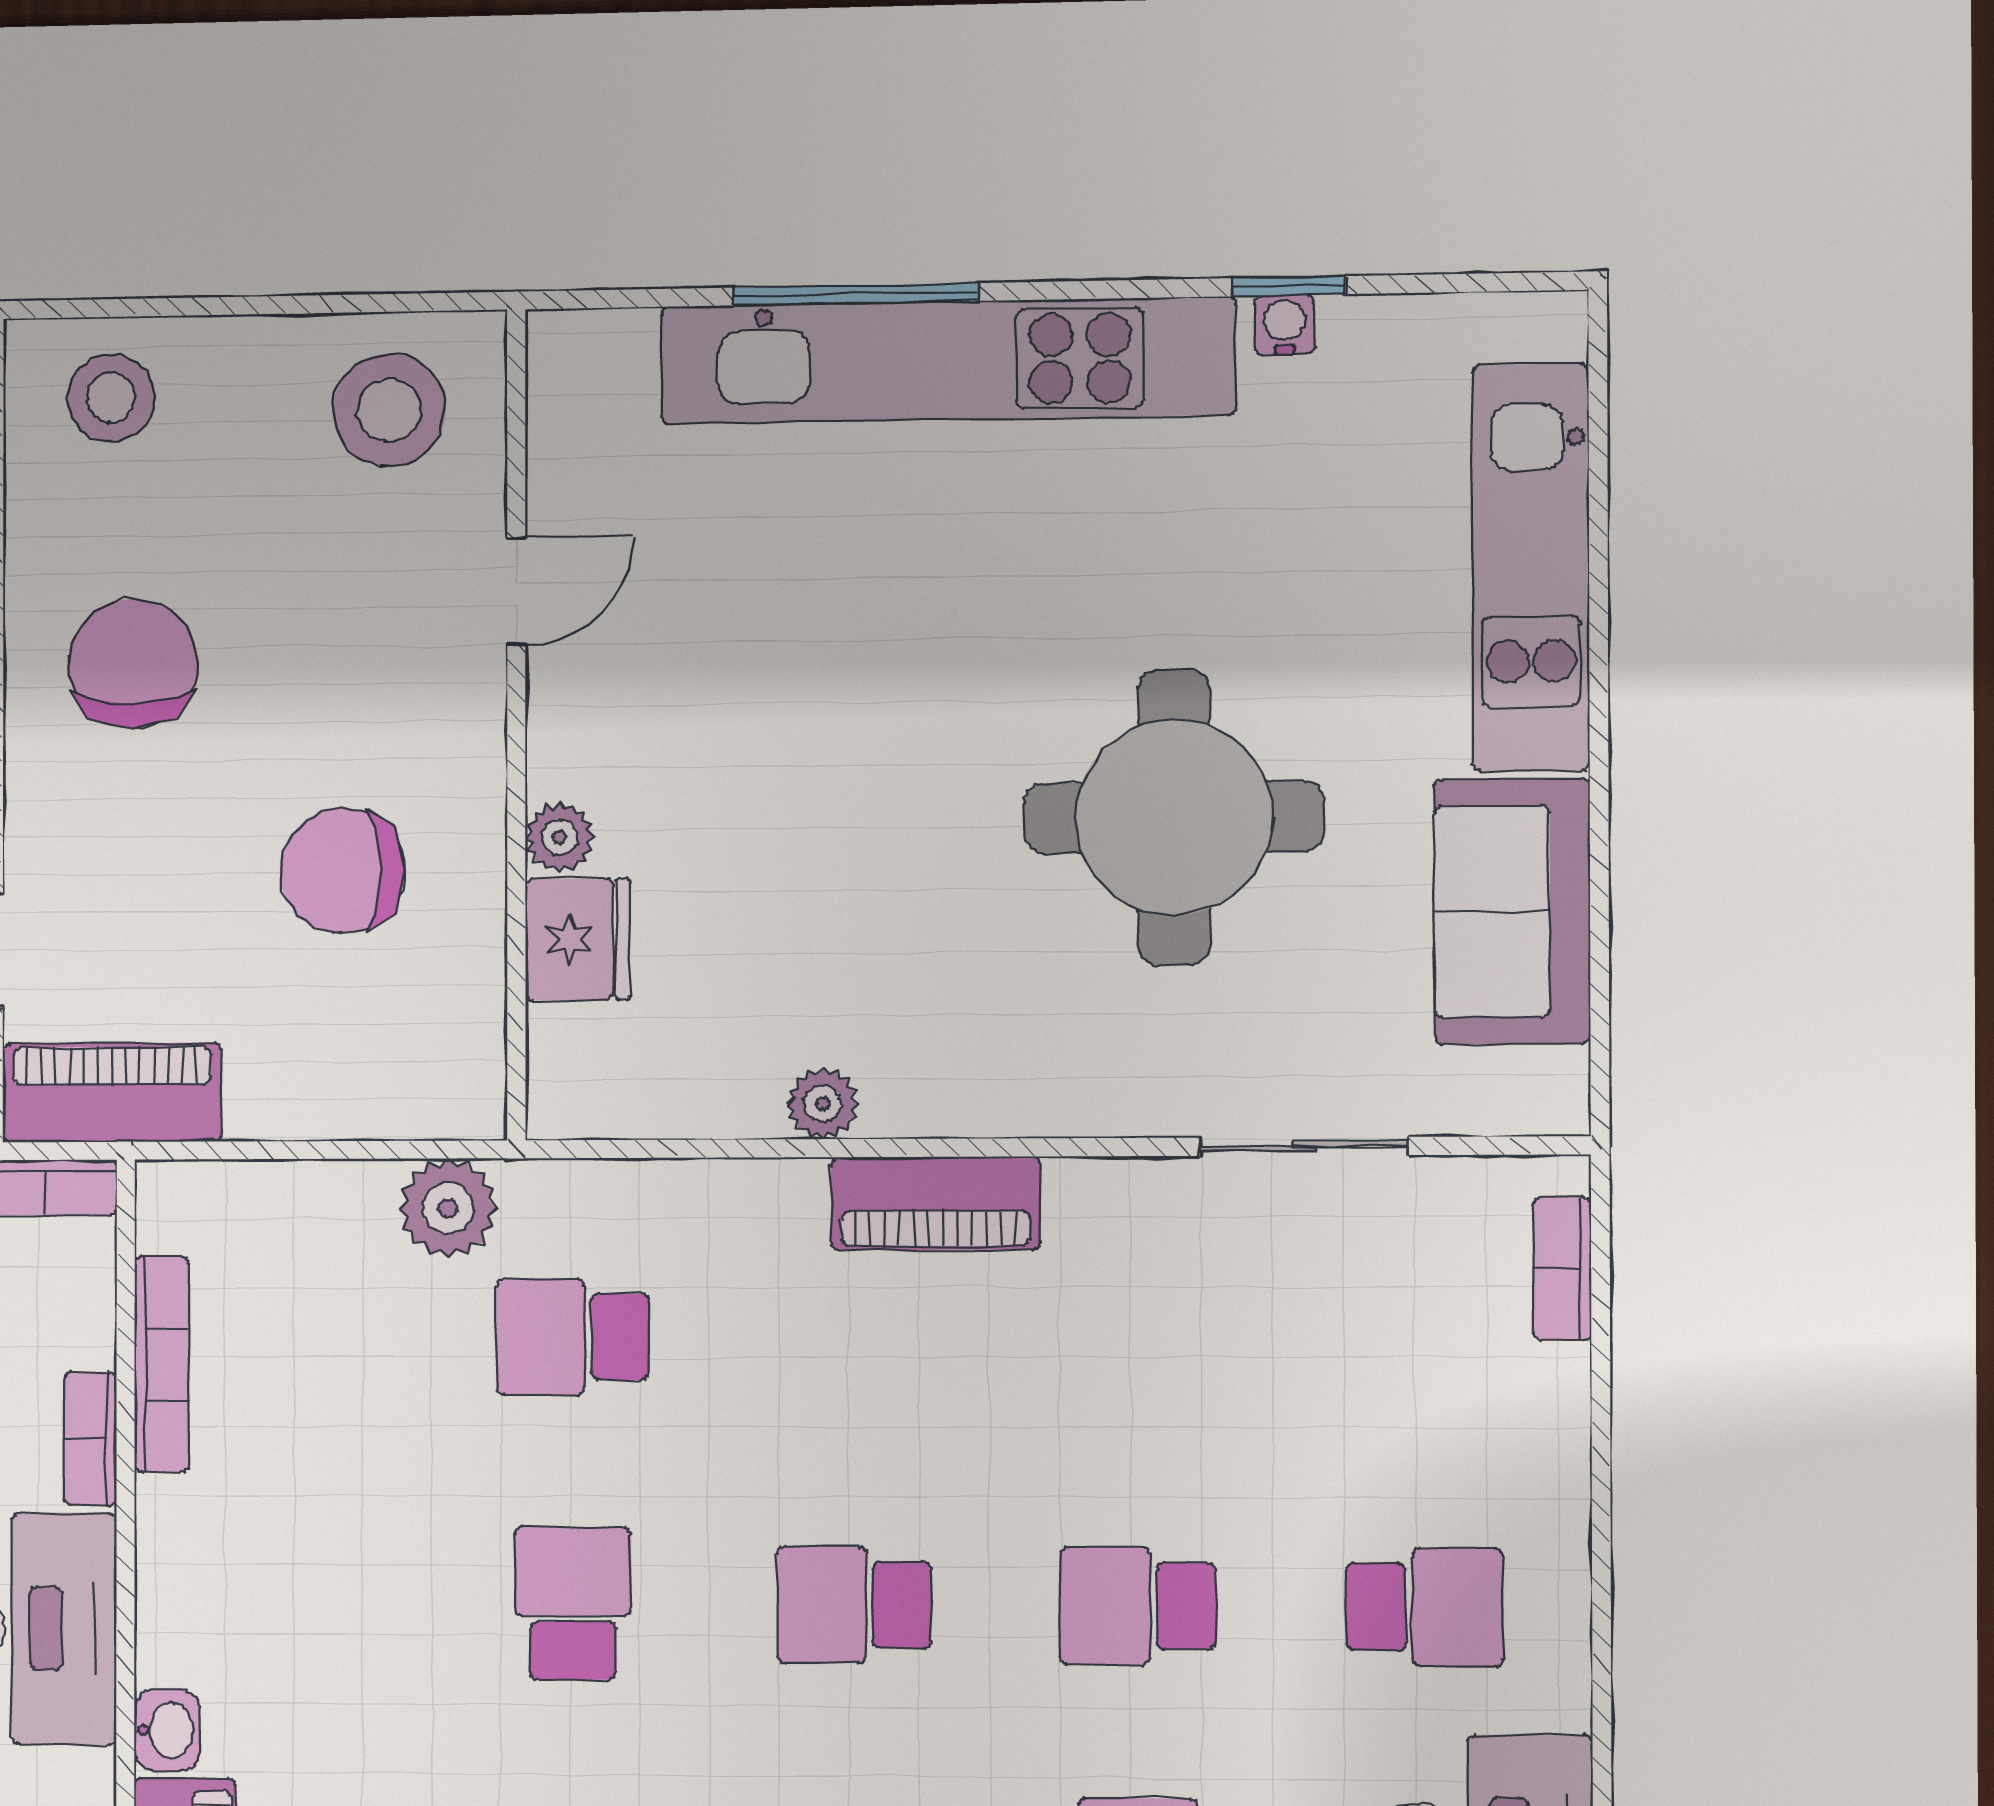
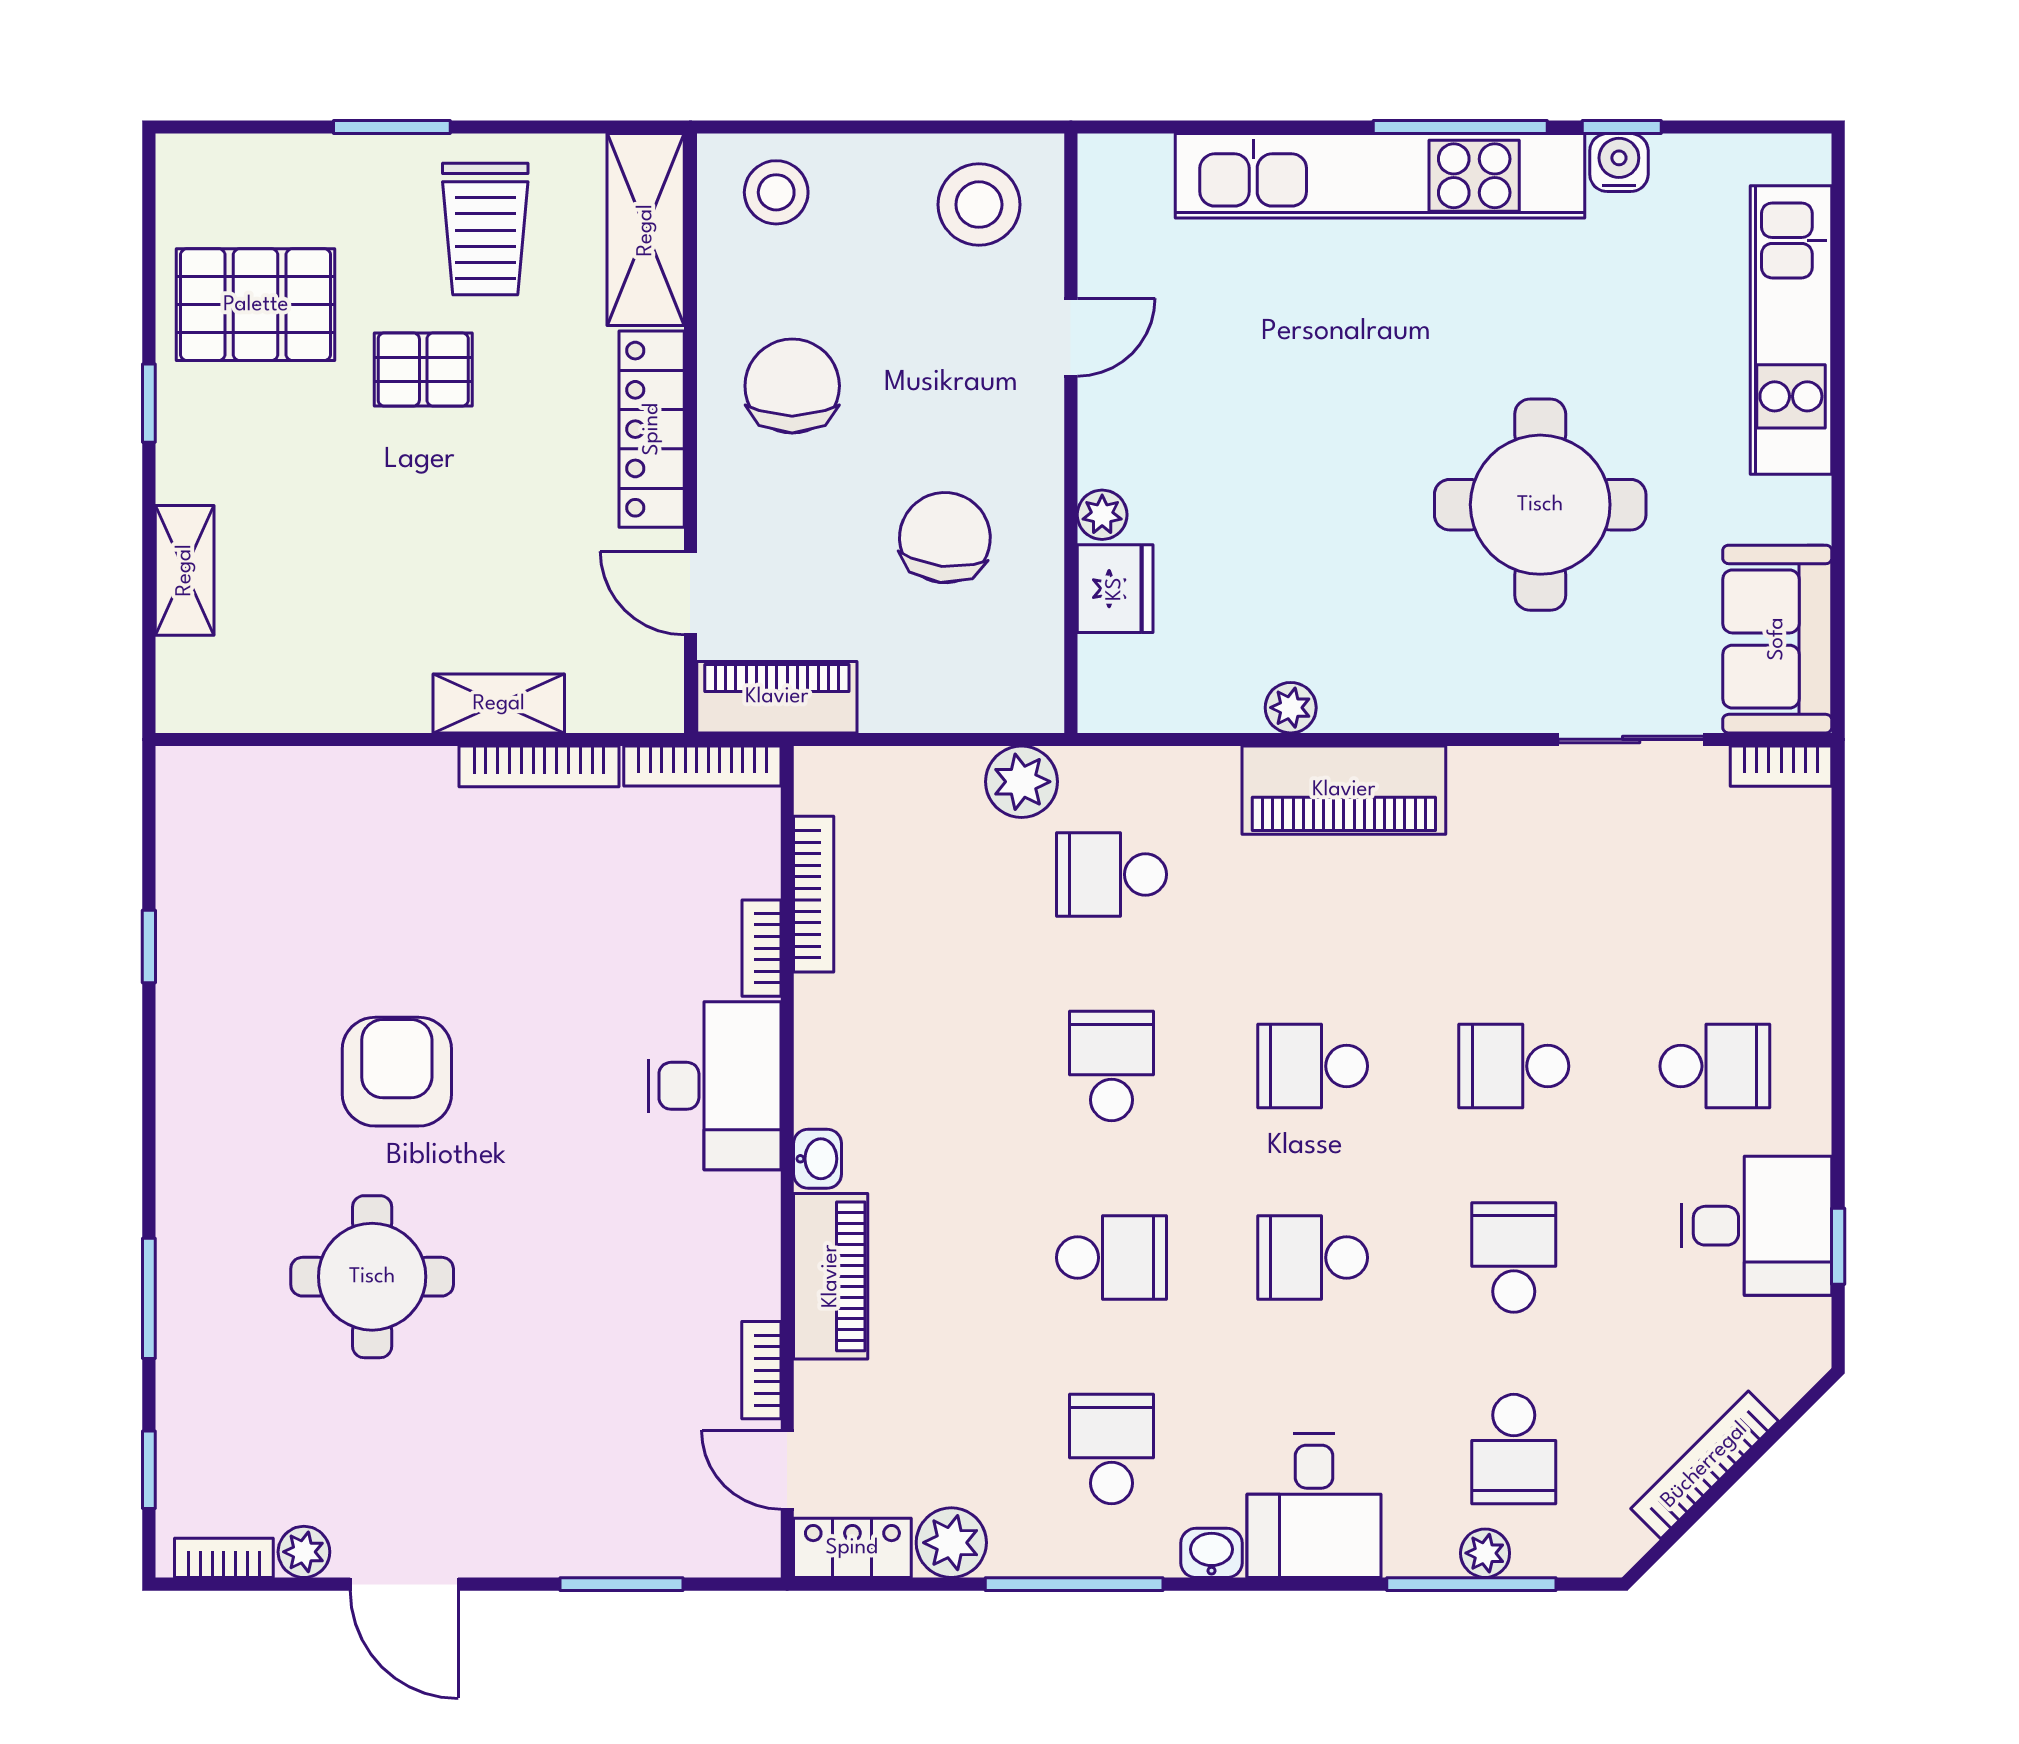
window: (855, 294) -> (1460, 127), moved
water cooler: (1285, 325) -> (1619, 163), width x1.38, depth x1.38
chair: (342, 871) -> (945, 538), turned 96
sofa: (1512, 911) -> (1777, 639), moved
piano: (936, 1203) -> (1344, 790), width x1.37, depth x1.33
bookcase: (1562, 1269) -> (1781, 766), moved, turned -90

